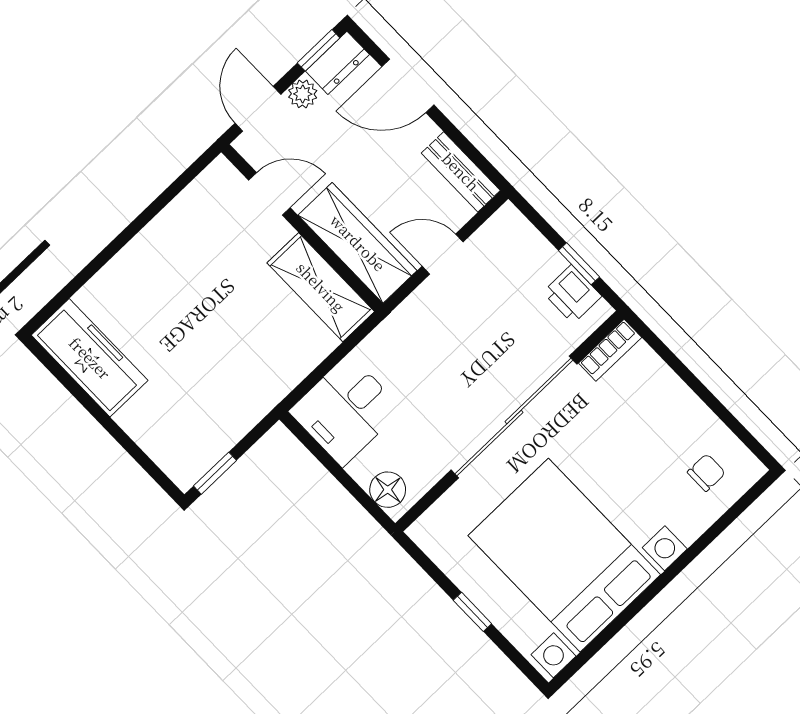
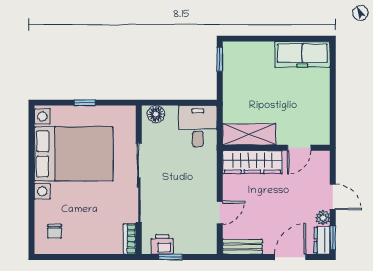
door: (269, 194) -> (299, 148), moved
wall: (302, 228) -> (276, 148), moved
wardrobe: (358, 243) -> (252, 162), moved
shelving: (321, 287) -> (249, 134), moved

